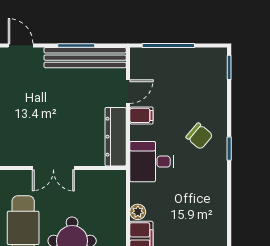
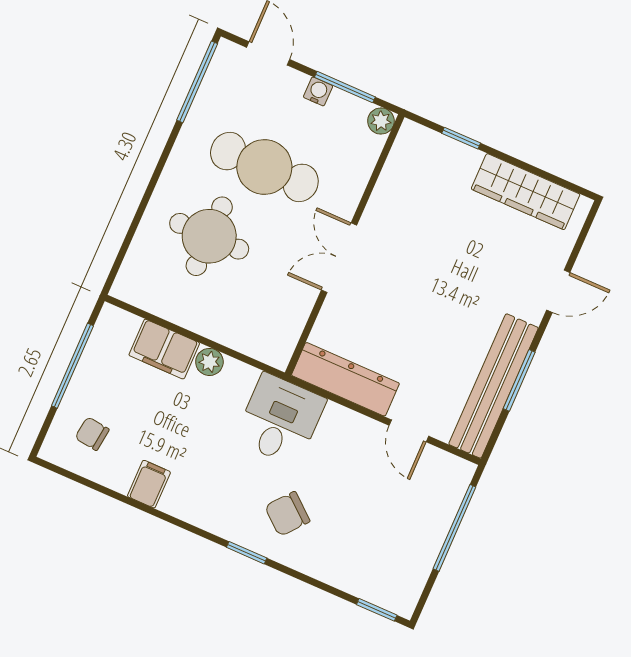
filing cabinet: (141, 115) -> (149, 484), moved, turned 180

